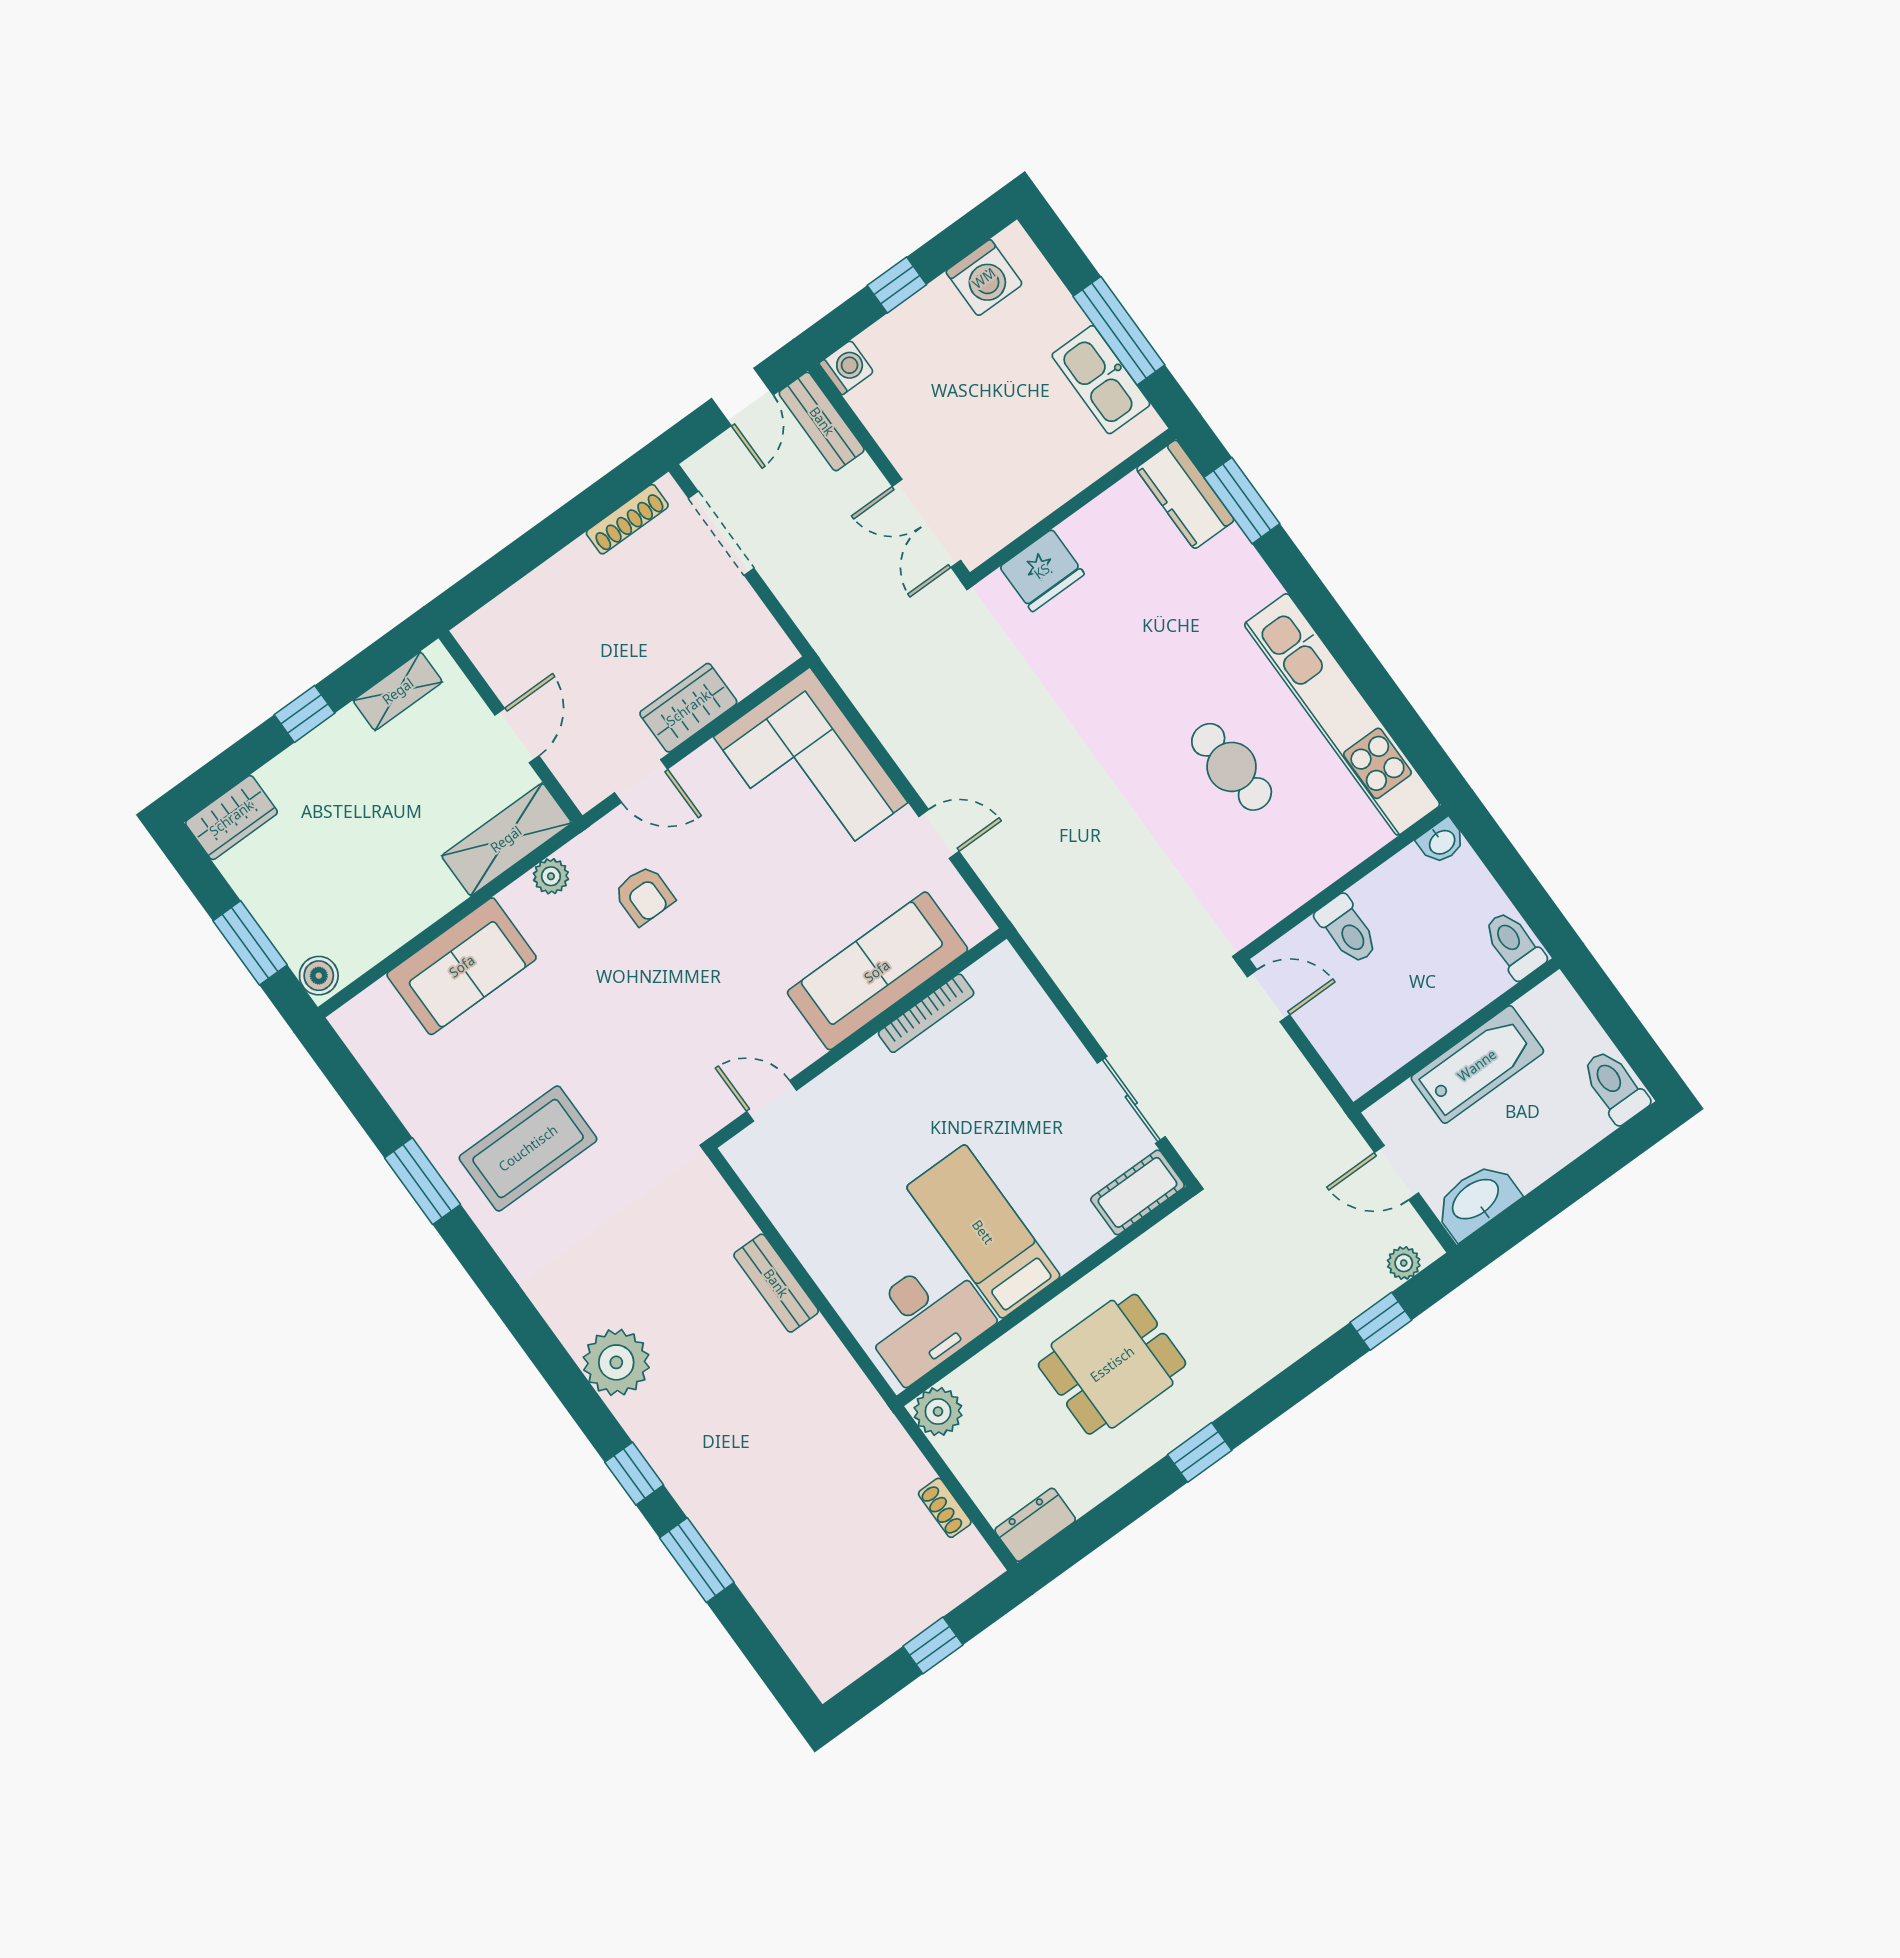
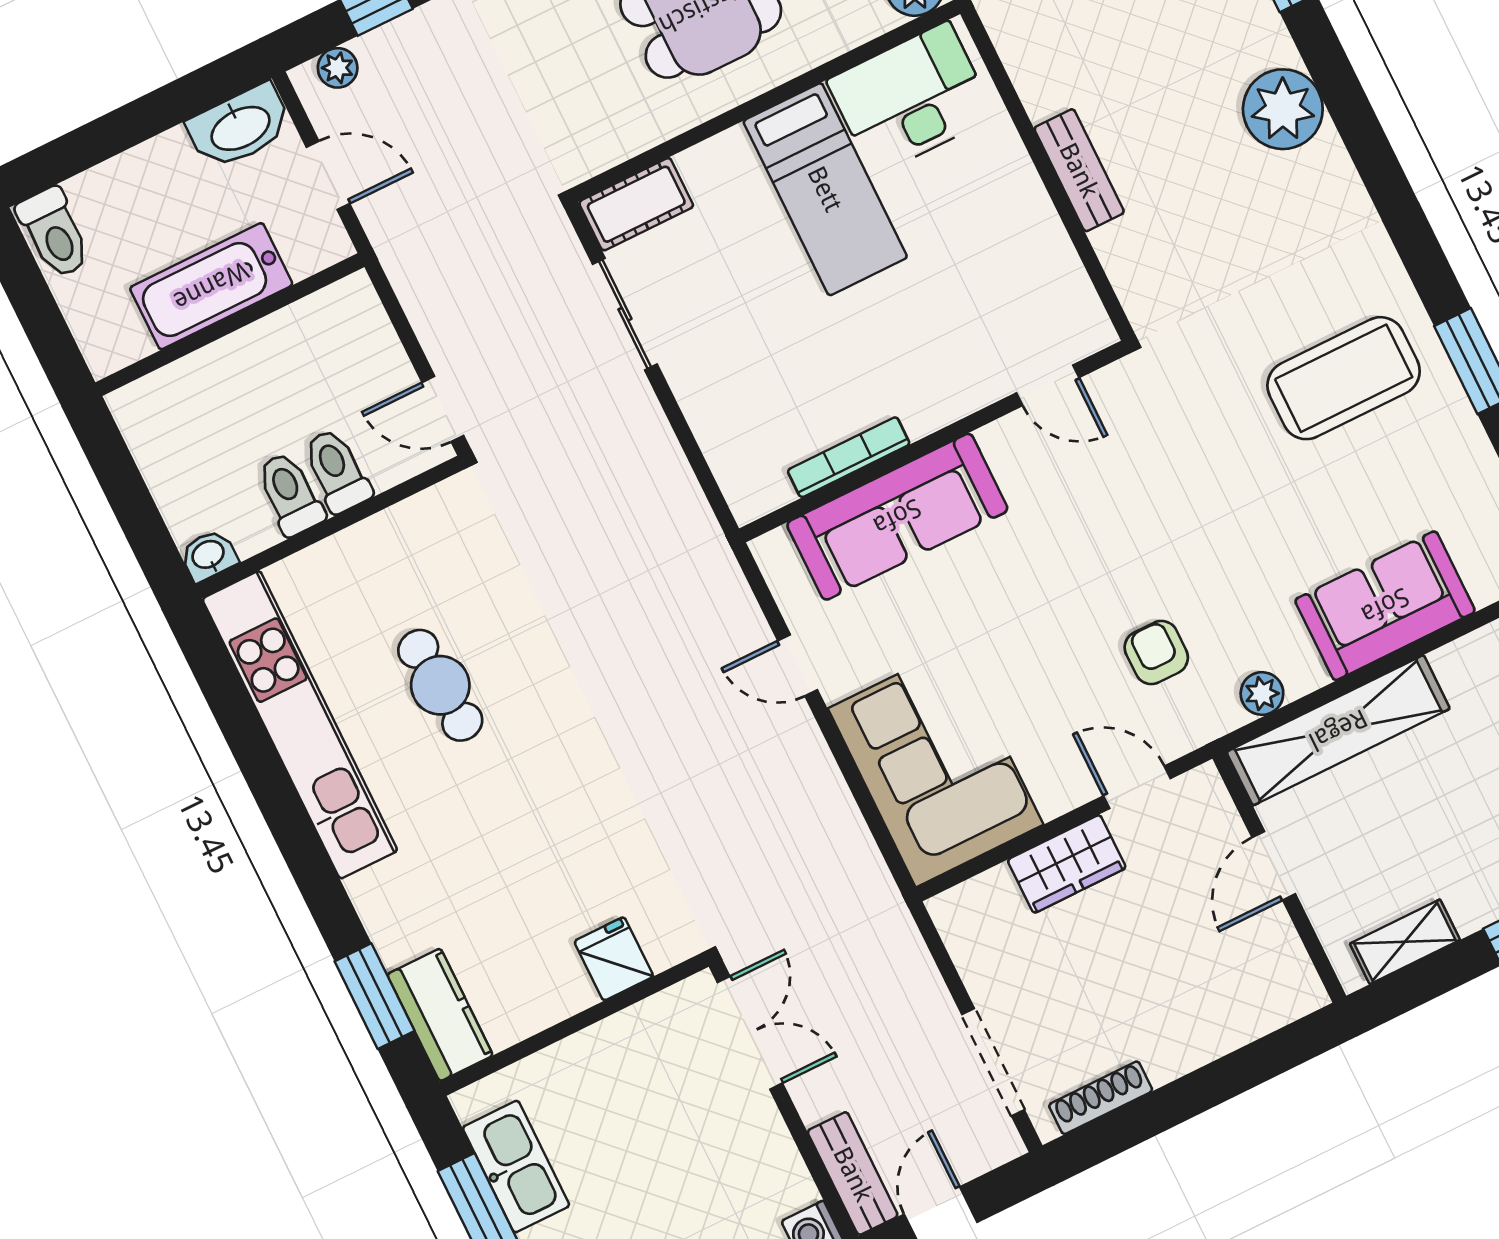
fridge: (1042, 571) -> (614, 959), width x0.72
shelving: (506, 839) -> (1338, 730), width x1.47
toilet: (1514, 945) -> (290, 494), moved, turned 180

